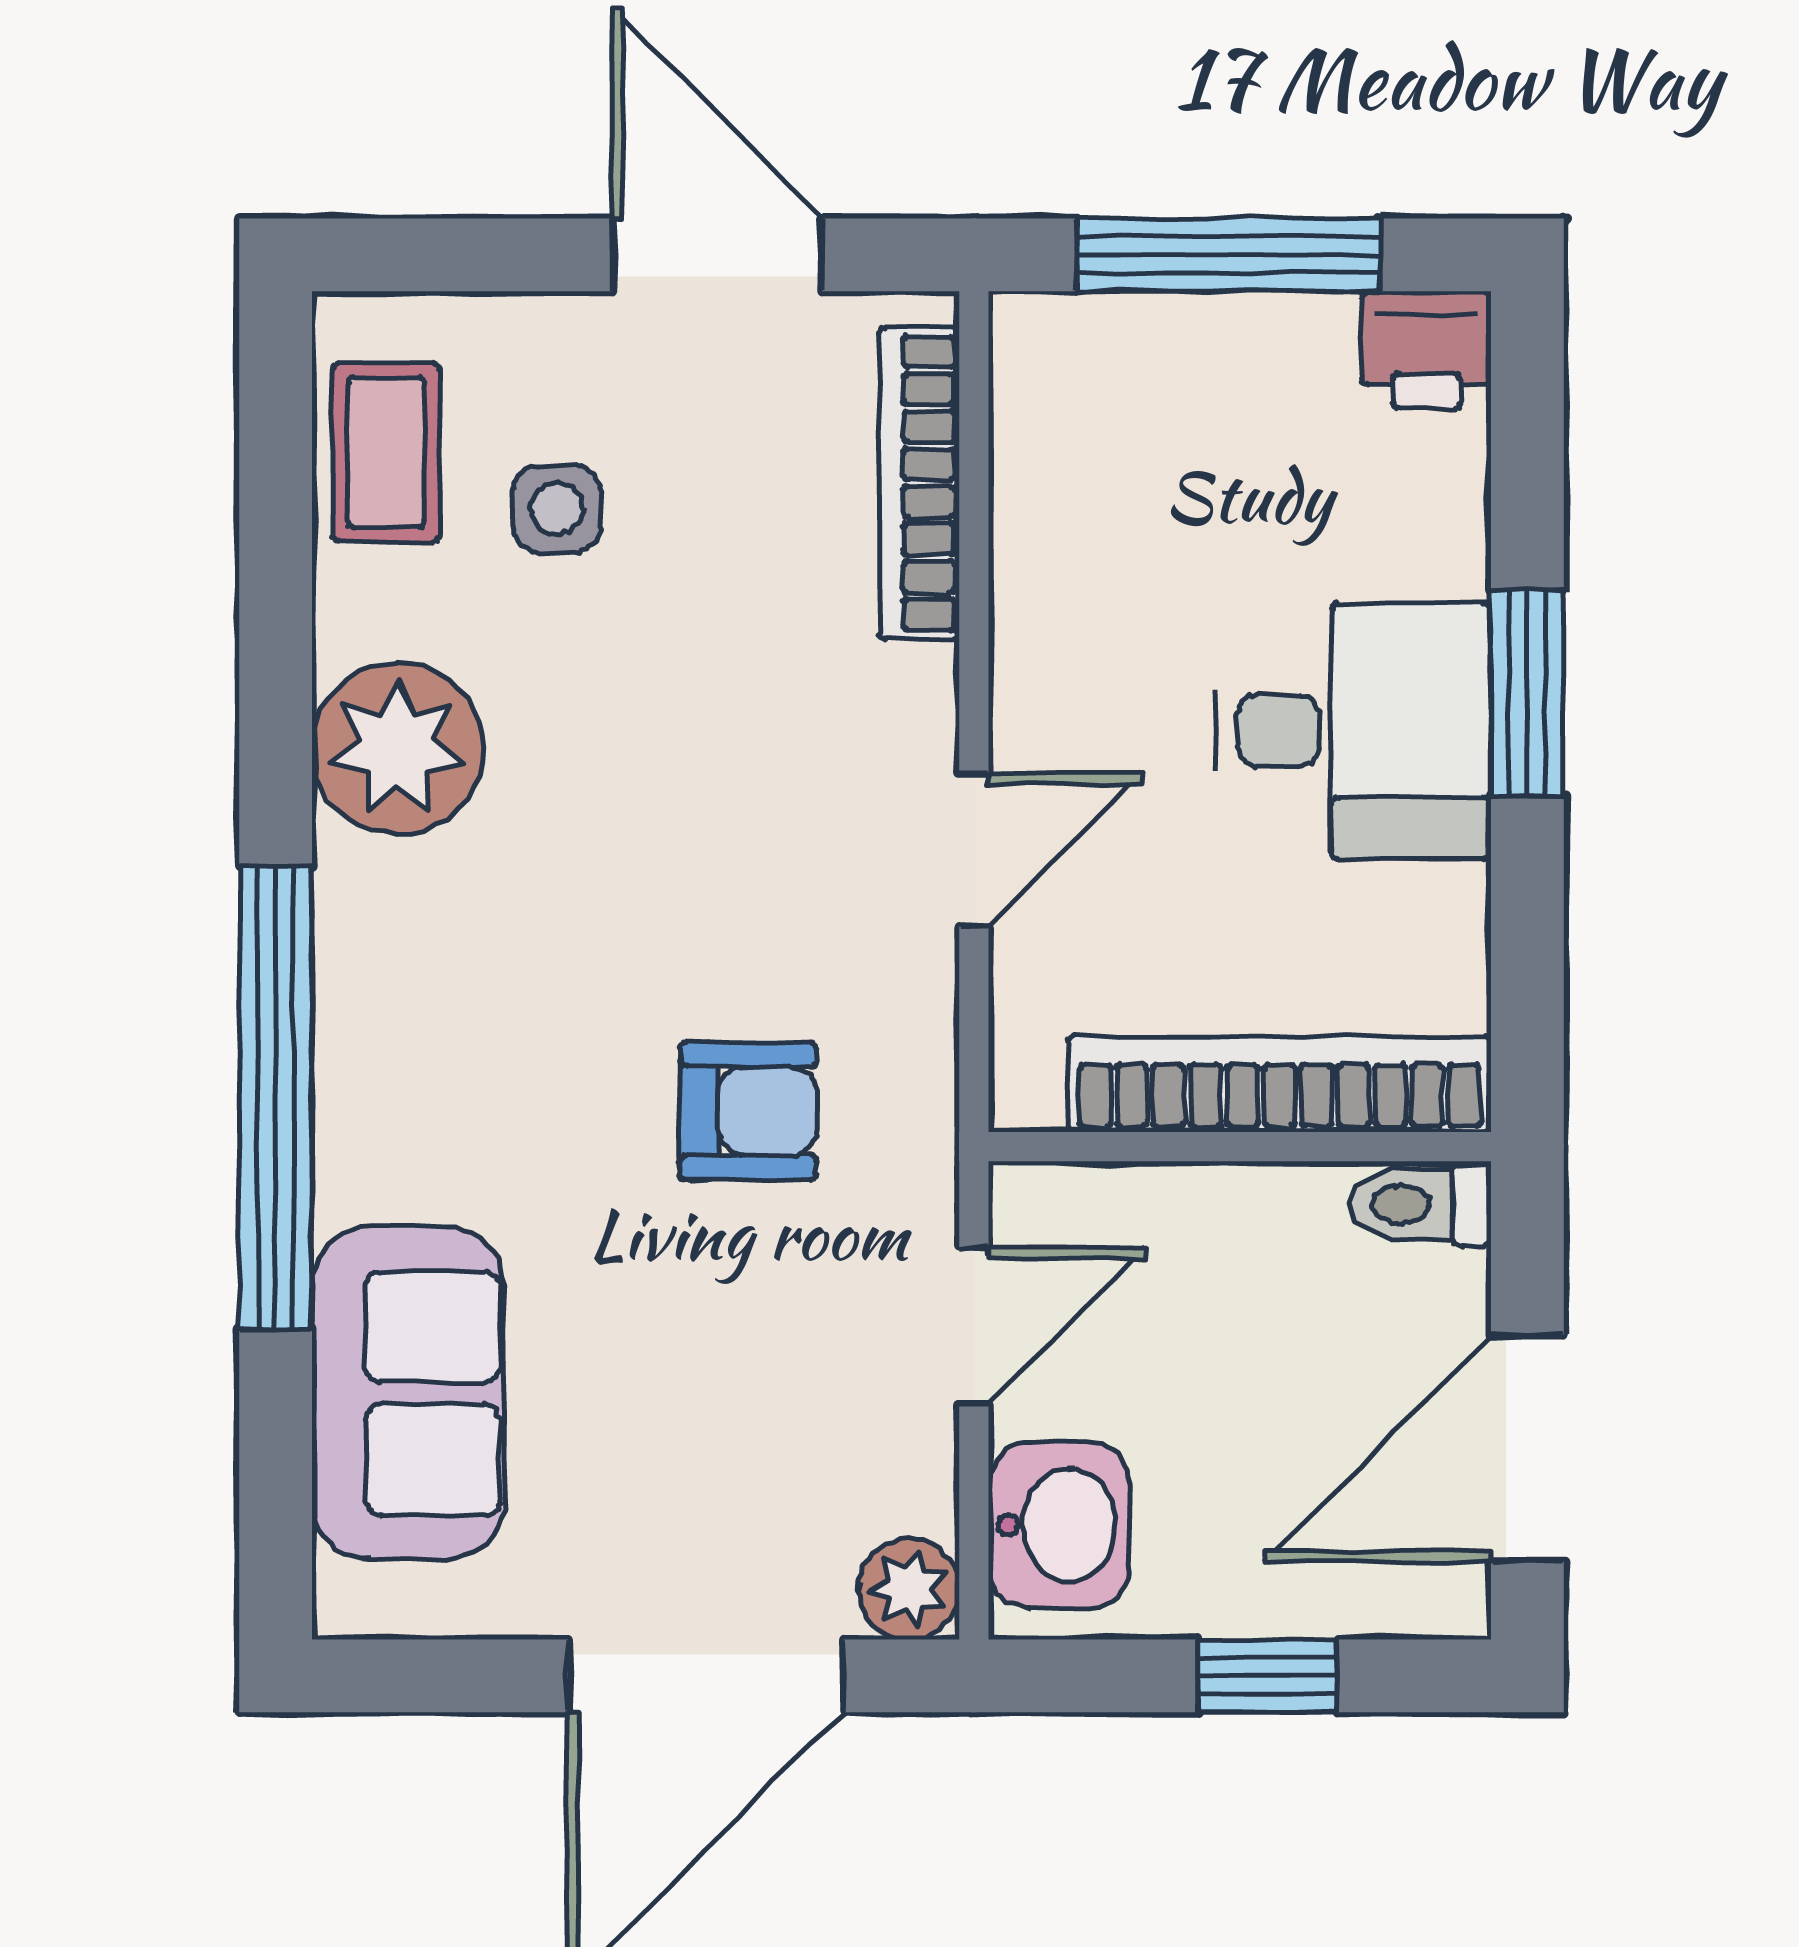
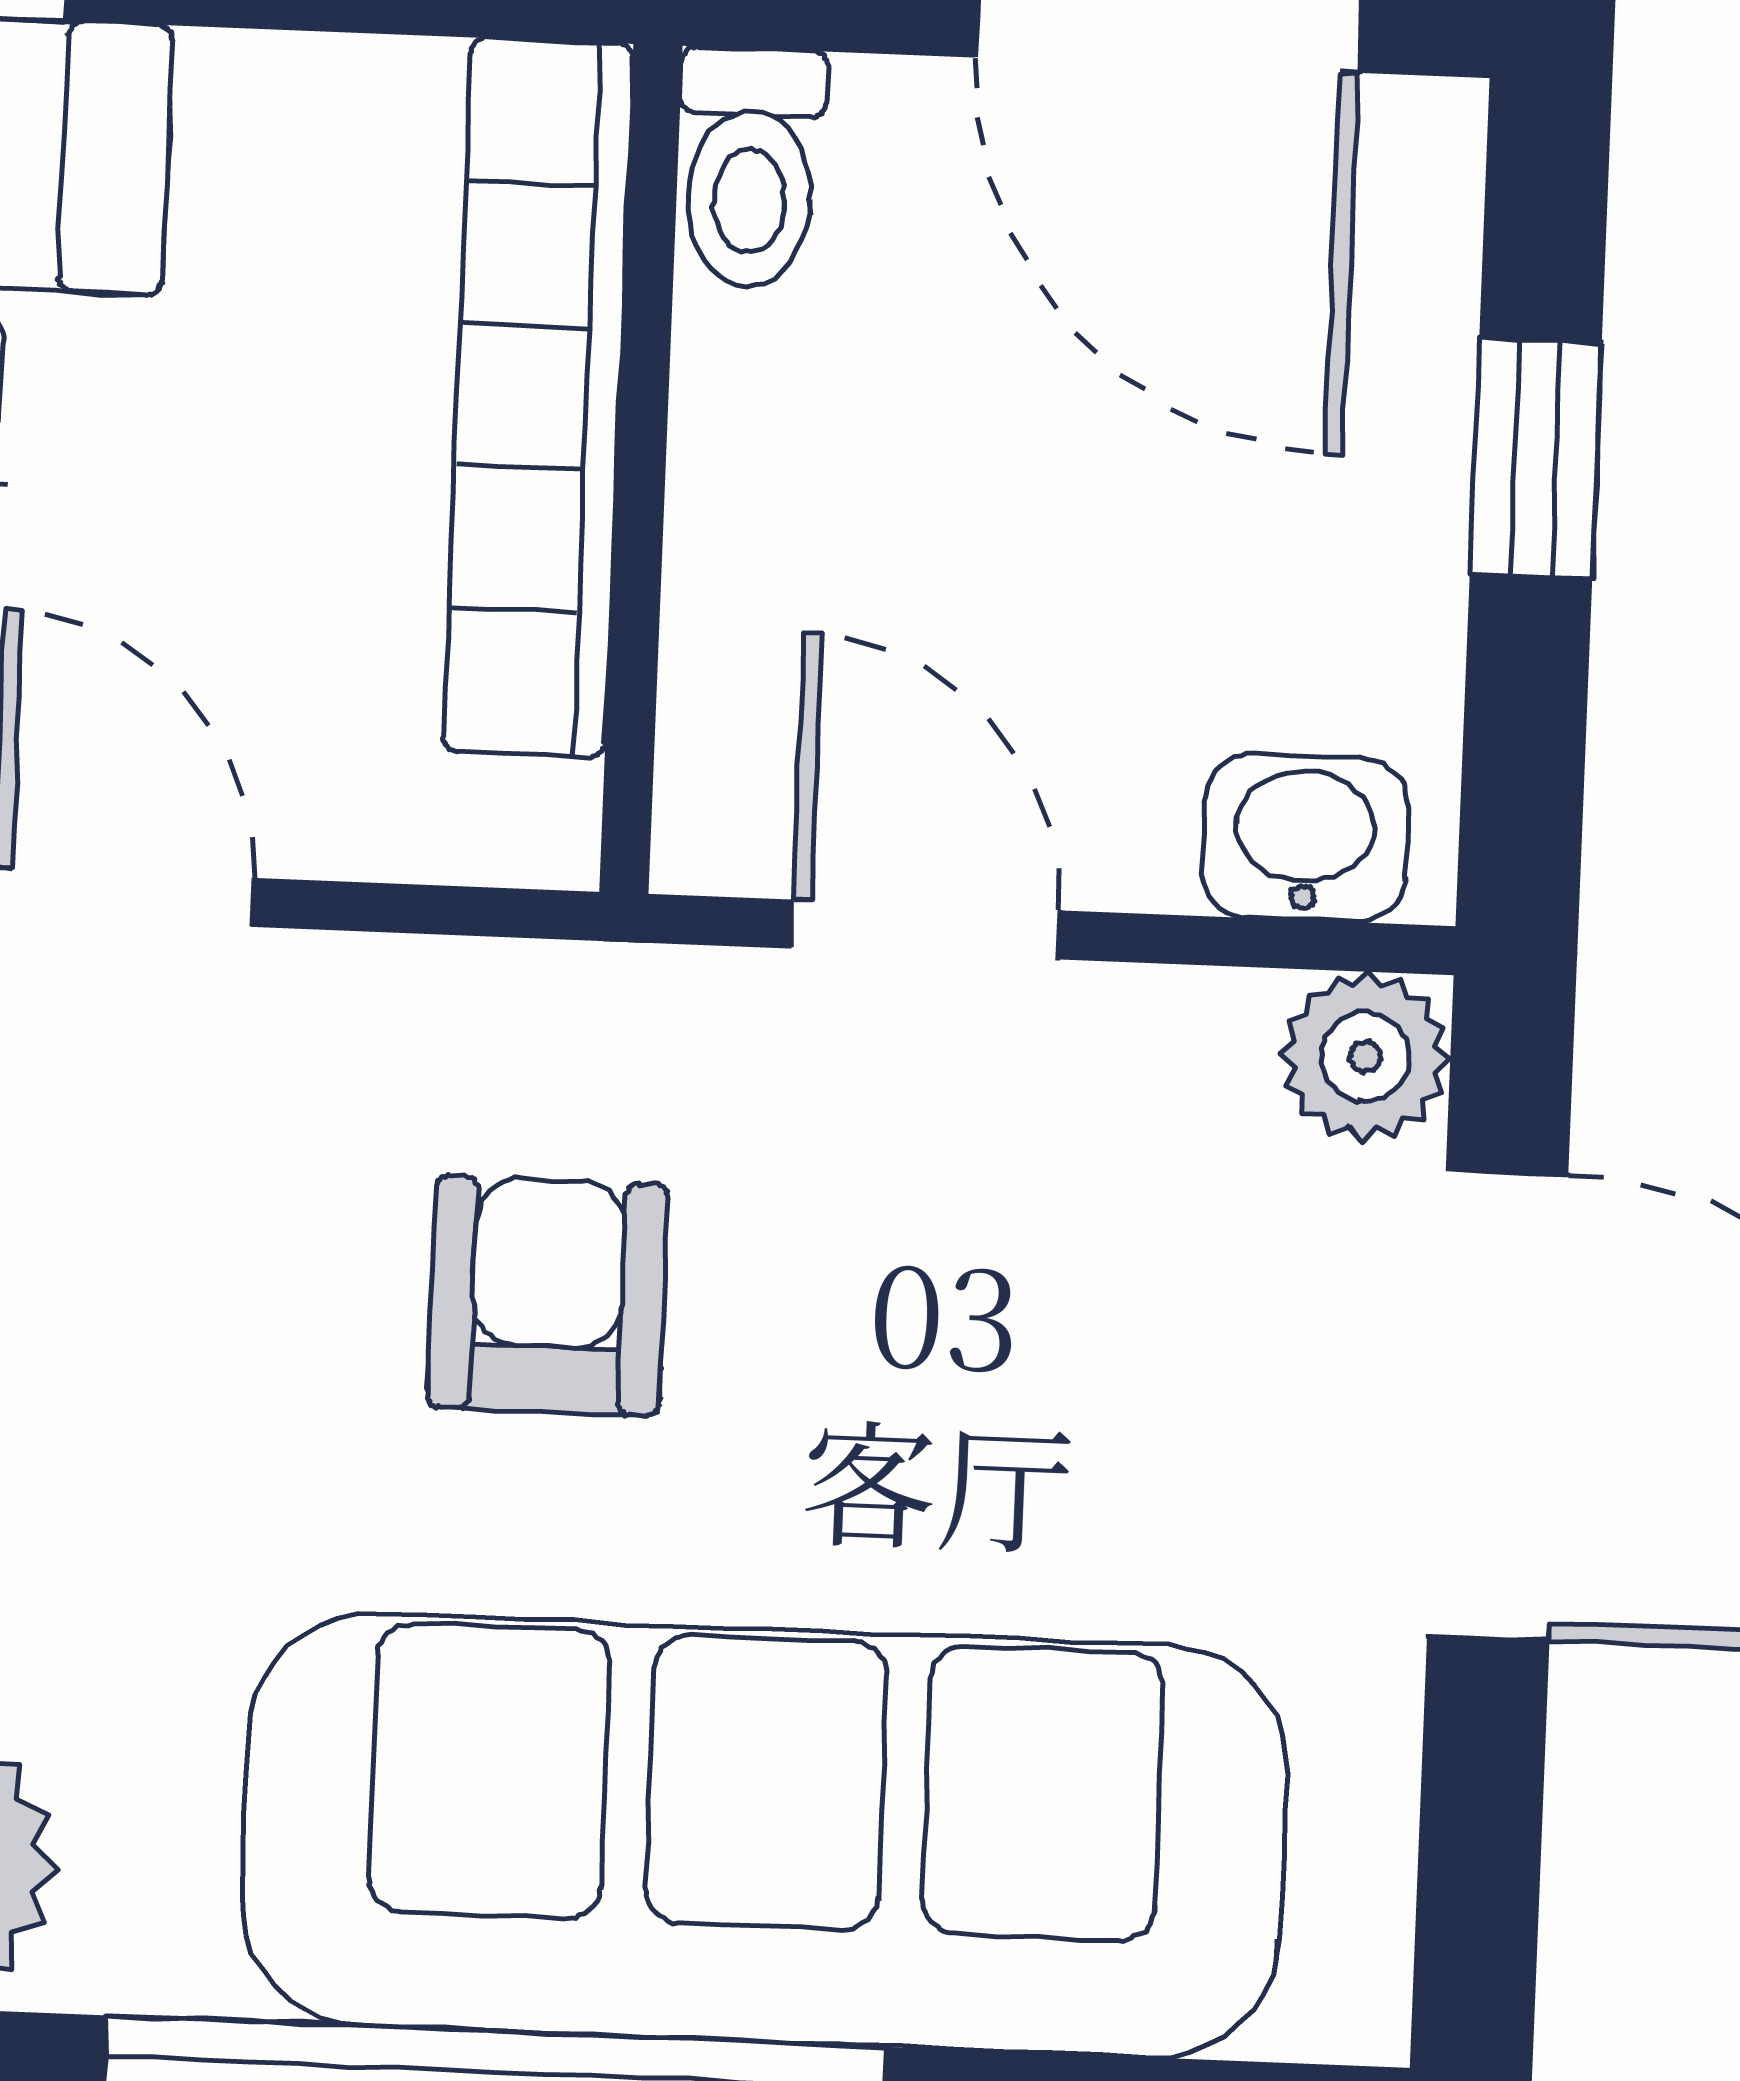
sofa: (408, 1393) -> (764, 1836), width x1.85, depth x1.27
washbasin: (1059, 1525) -> (1305, 838), width x0.72, depth x0.69

